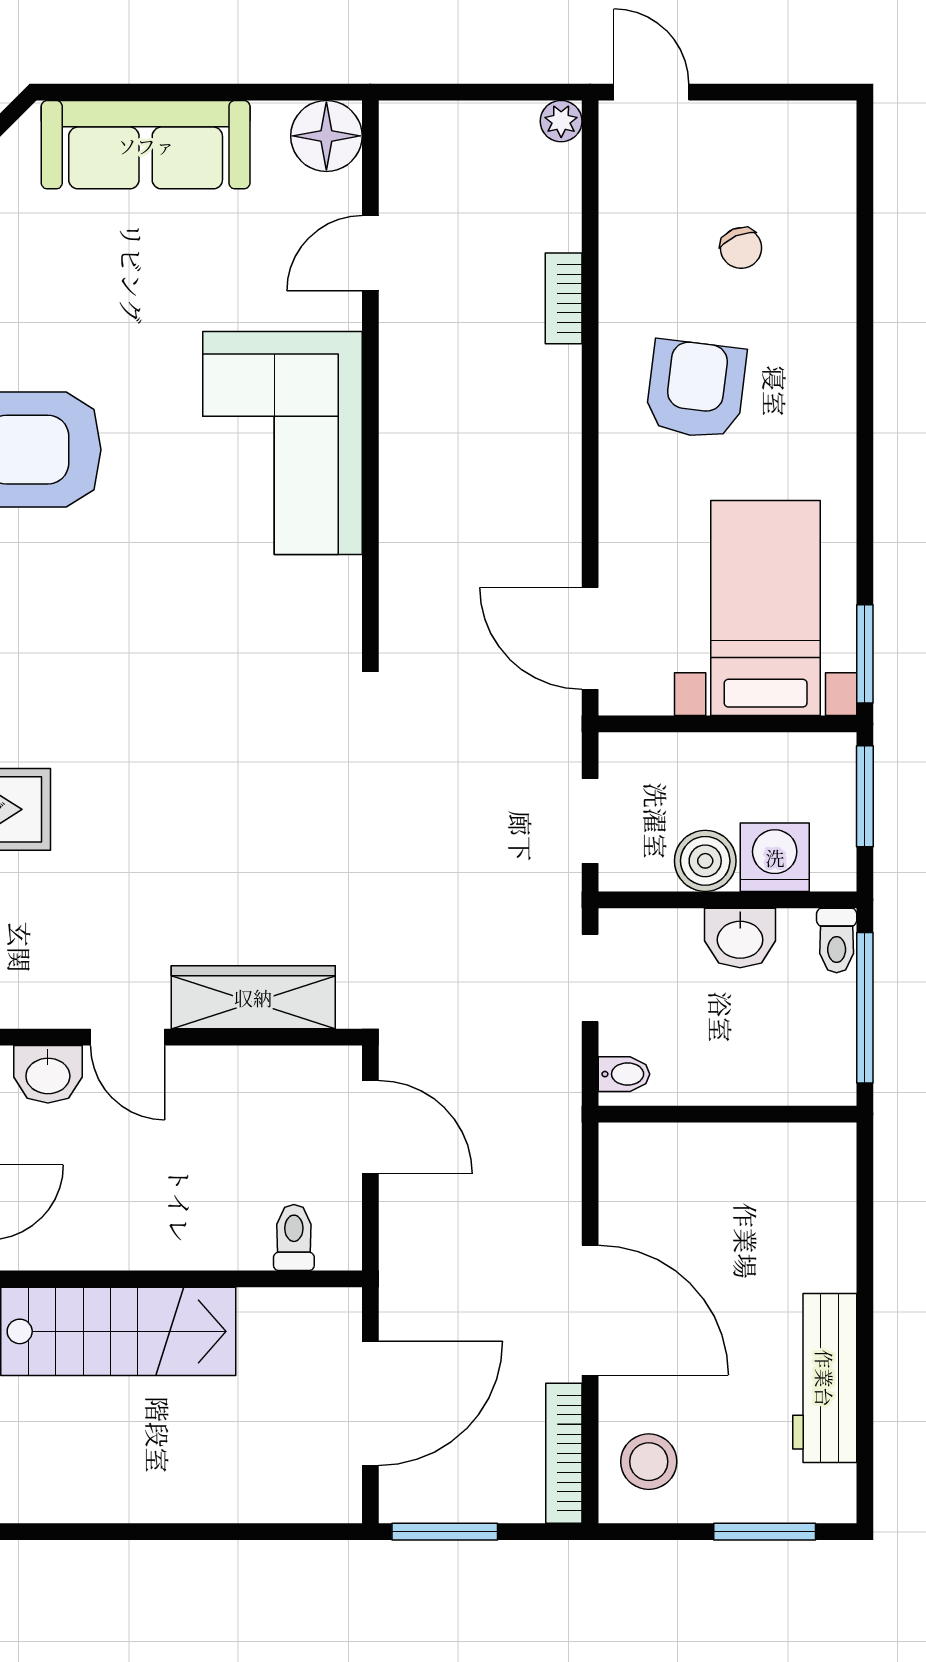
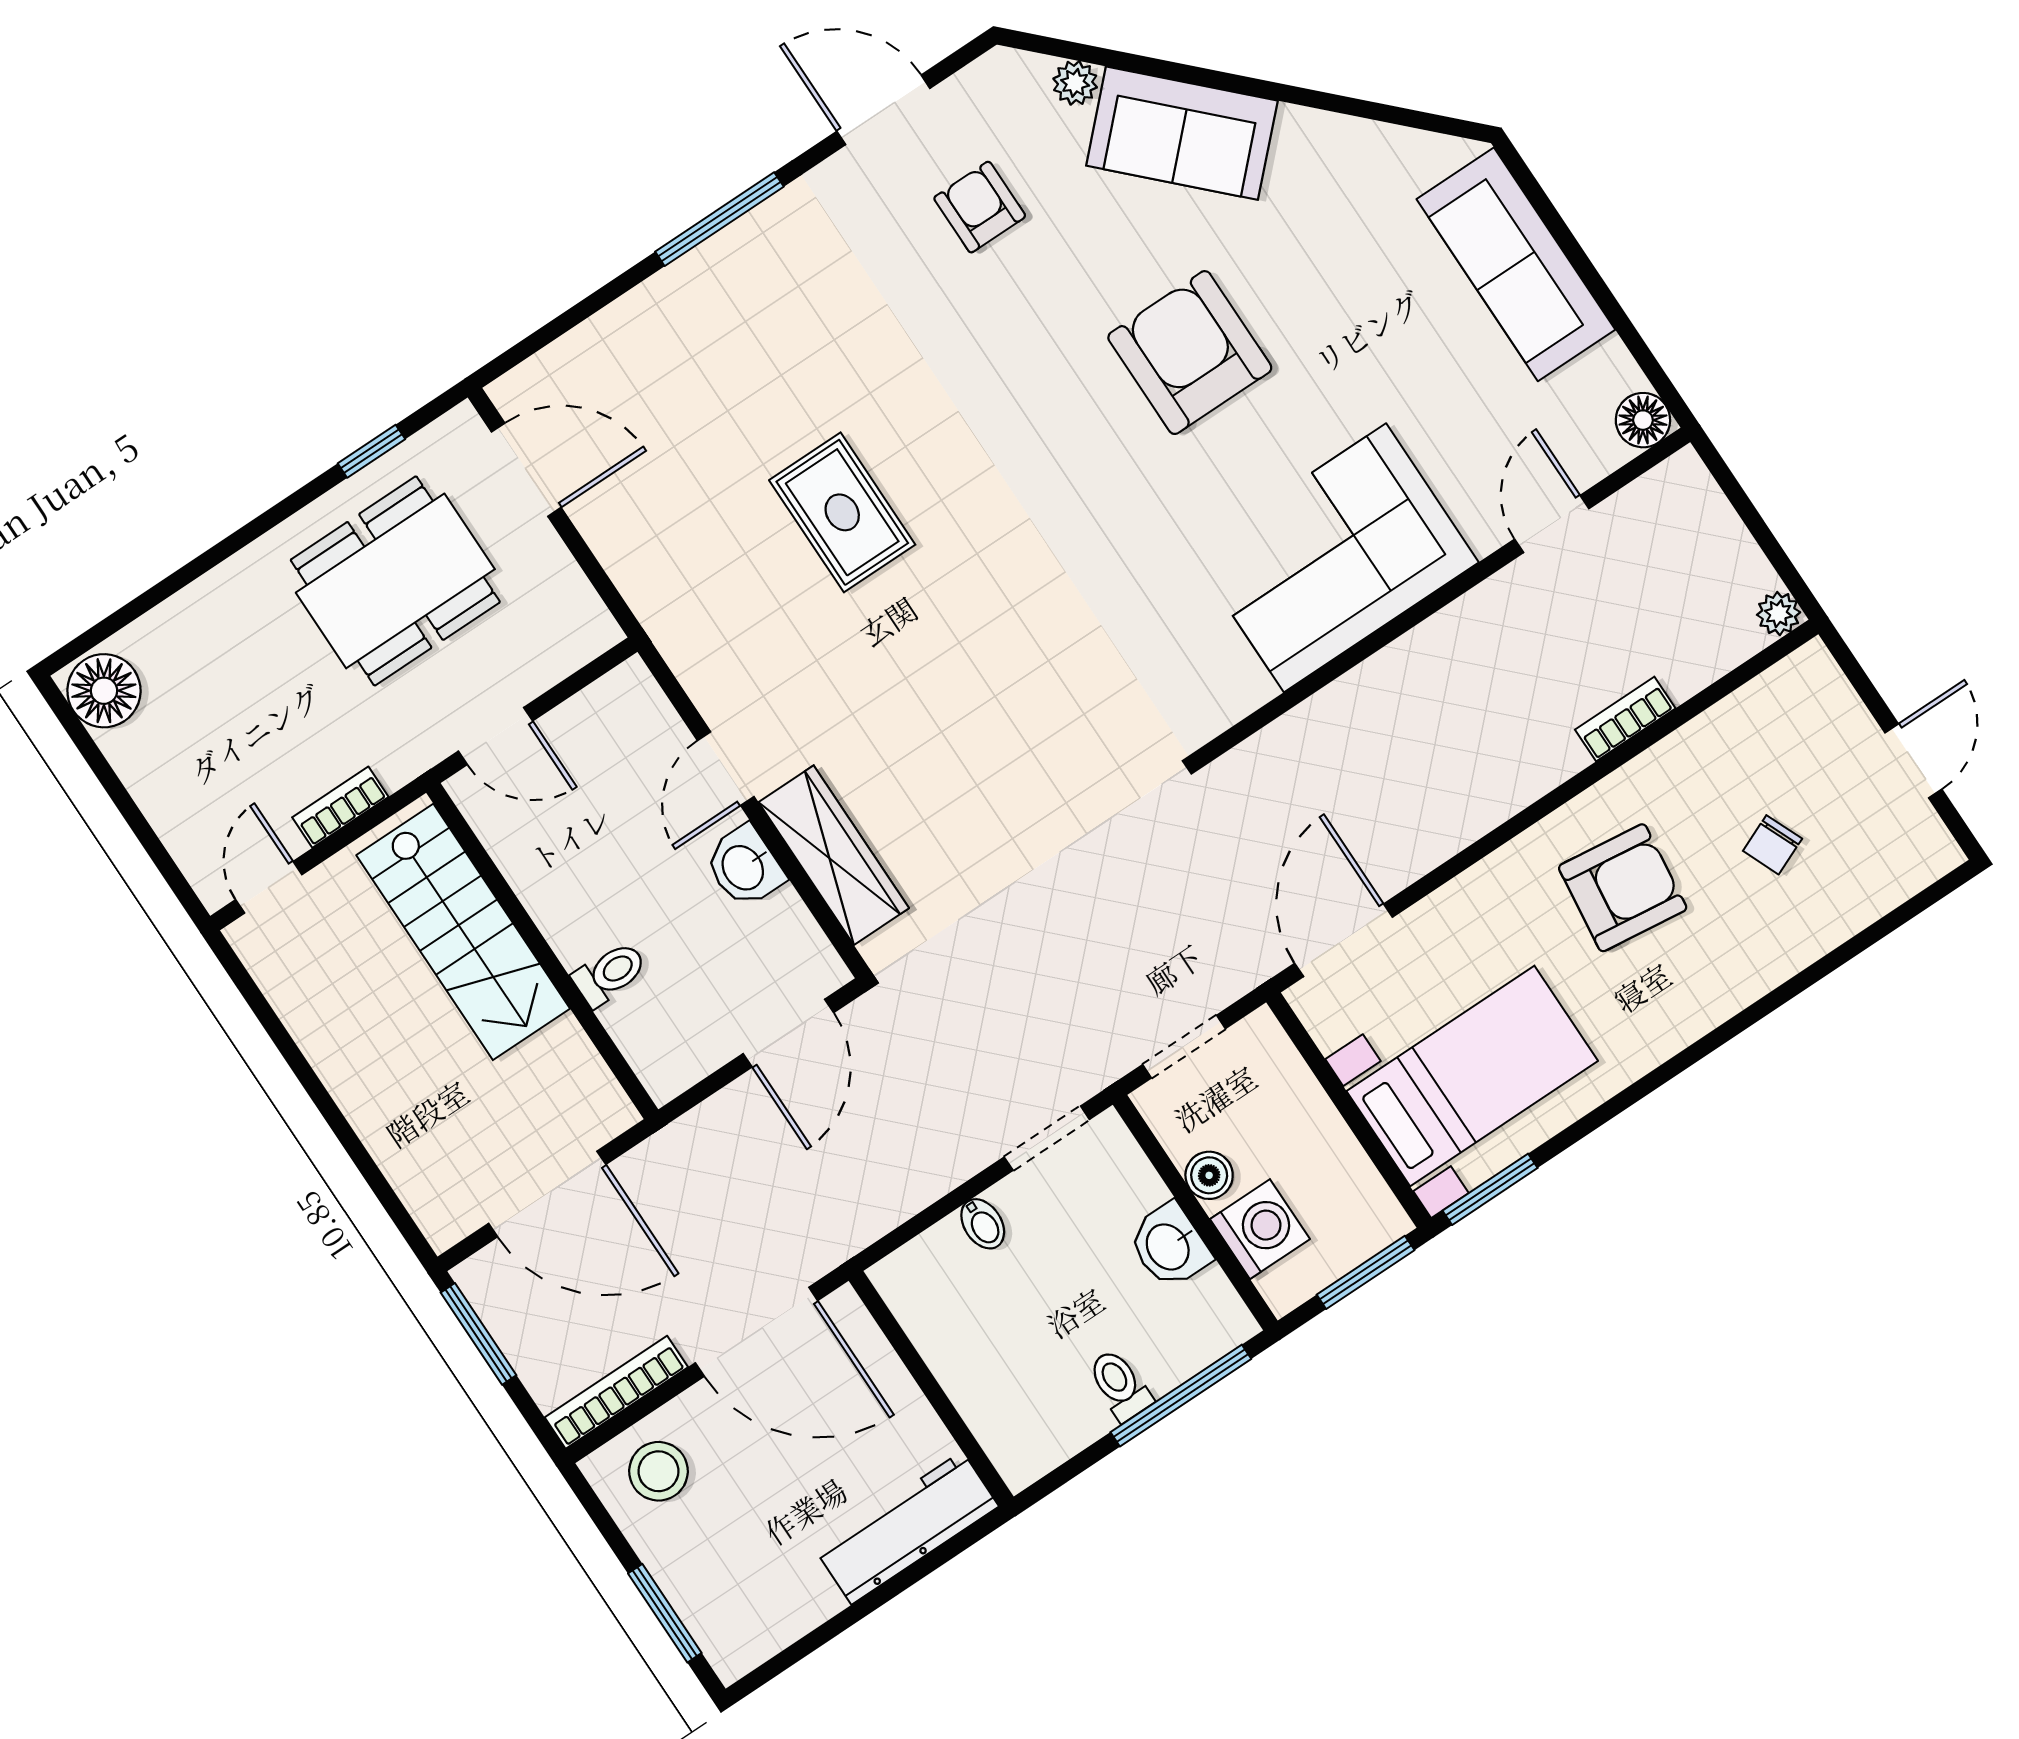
door: (651, 92) -> (1913, 761), moved
floor lamp: (326, 136) -> (1643, 420), width x0.73, depth x0.73
door: (370, 253) -> (1552, 524), hinge flipped
boiler: (705, 861) -> (1209, 1175), width x0.73, depth x0.73
toilet: (837, 940) -> (1120, 1385), moved, turned 90
washbasin: (48, 1074) -> (744, 867), moved
wall: (727, 1114) -> (931, 1389), moved
toilet: (294, 1238) -> (610, 974), moved
door: (590, 1310) -> (757, 1332), hinge flipped
workbench: (825, 1378) -> (907, 1528), moved

